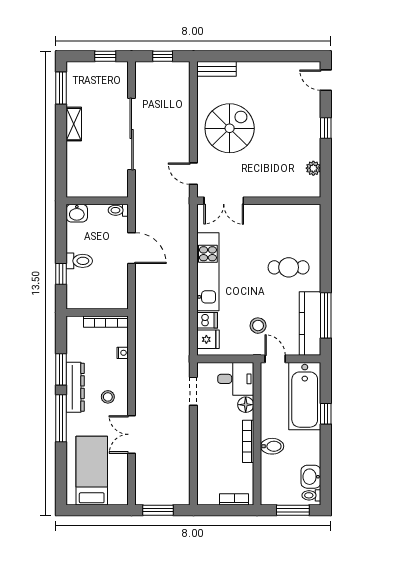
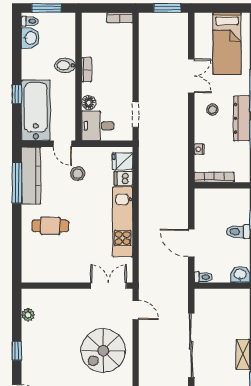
bookcase: (248, 441) -> (87, 70), width x0.64
bookcase: (234, 499) -> (120, 18), moved

